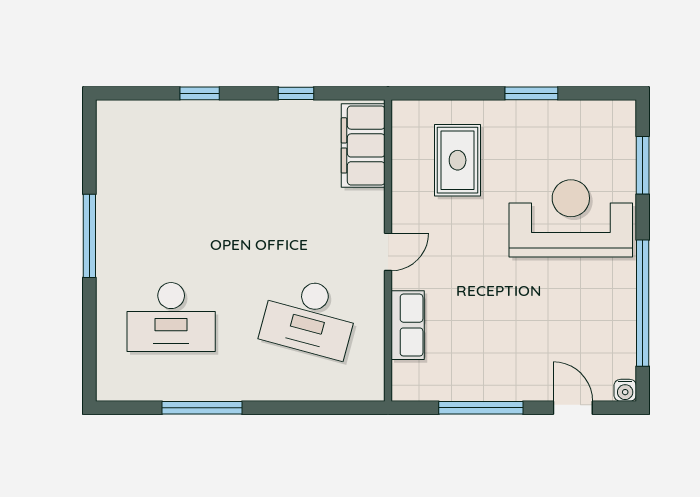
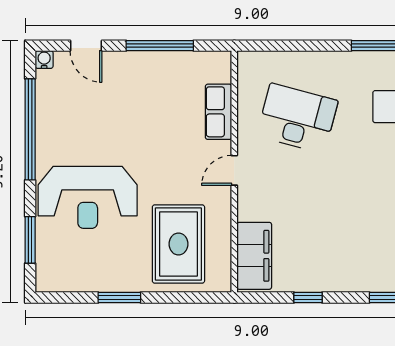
rug: (458, 160) -> (178, 244), width x1.36, depth x1.43

